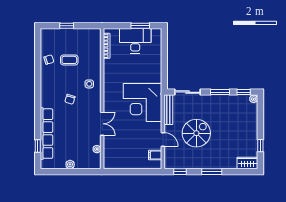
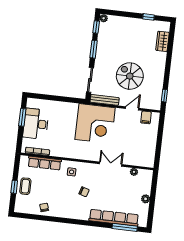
row of seats: (95, 55) -> (45, 163), added
coffee table: (69, 60) -> (25, 186), moved
window: (38, 146) -> (125, 227), width x2.17
wardrobe: (247, 163) -> (162, 41), moved
window: (212, 172) -> (168, 66), removed

